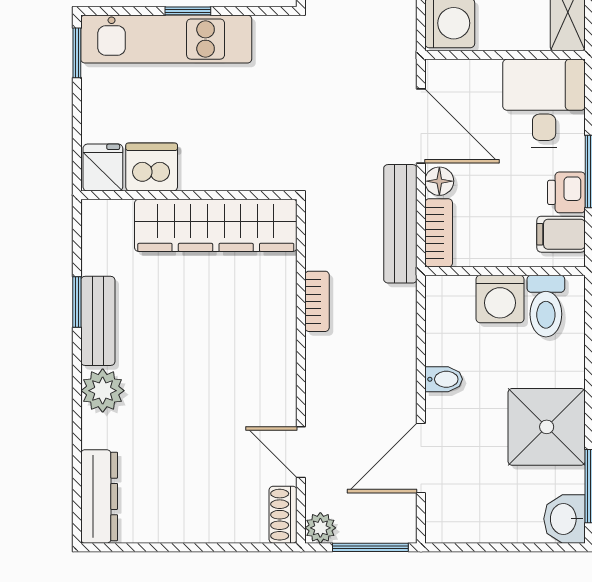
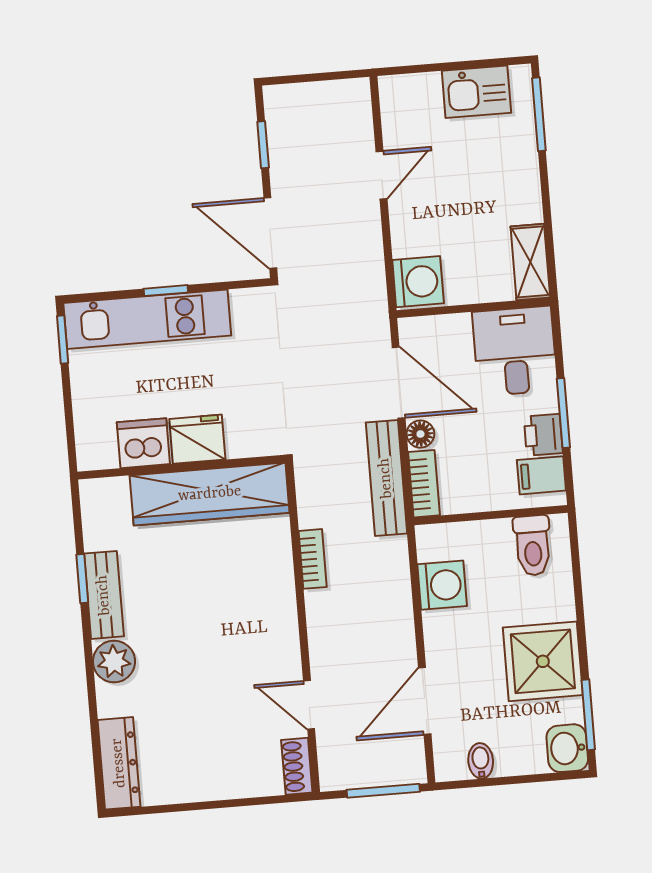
fridge: (103, 168) -> (197, 439), moved, width x1.38
washing machine: (500, 299) -> (442, 585), moved, turned -90
bidet: (444, 379) -> (481, 761), moved, turned -90
plant: (320, 528) -> (334, 776), removed

